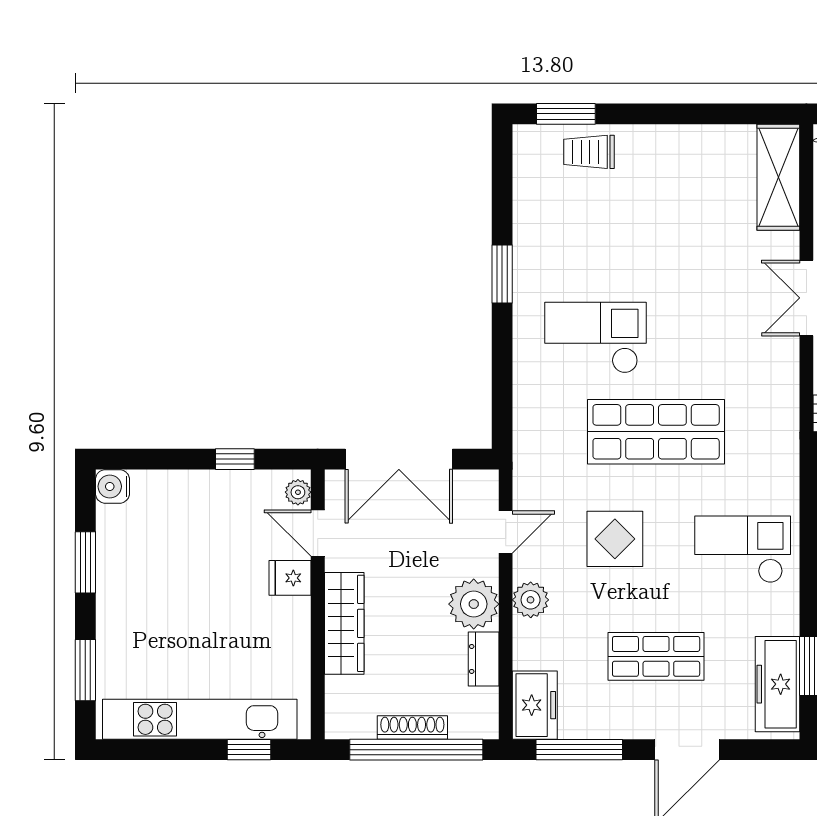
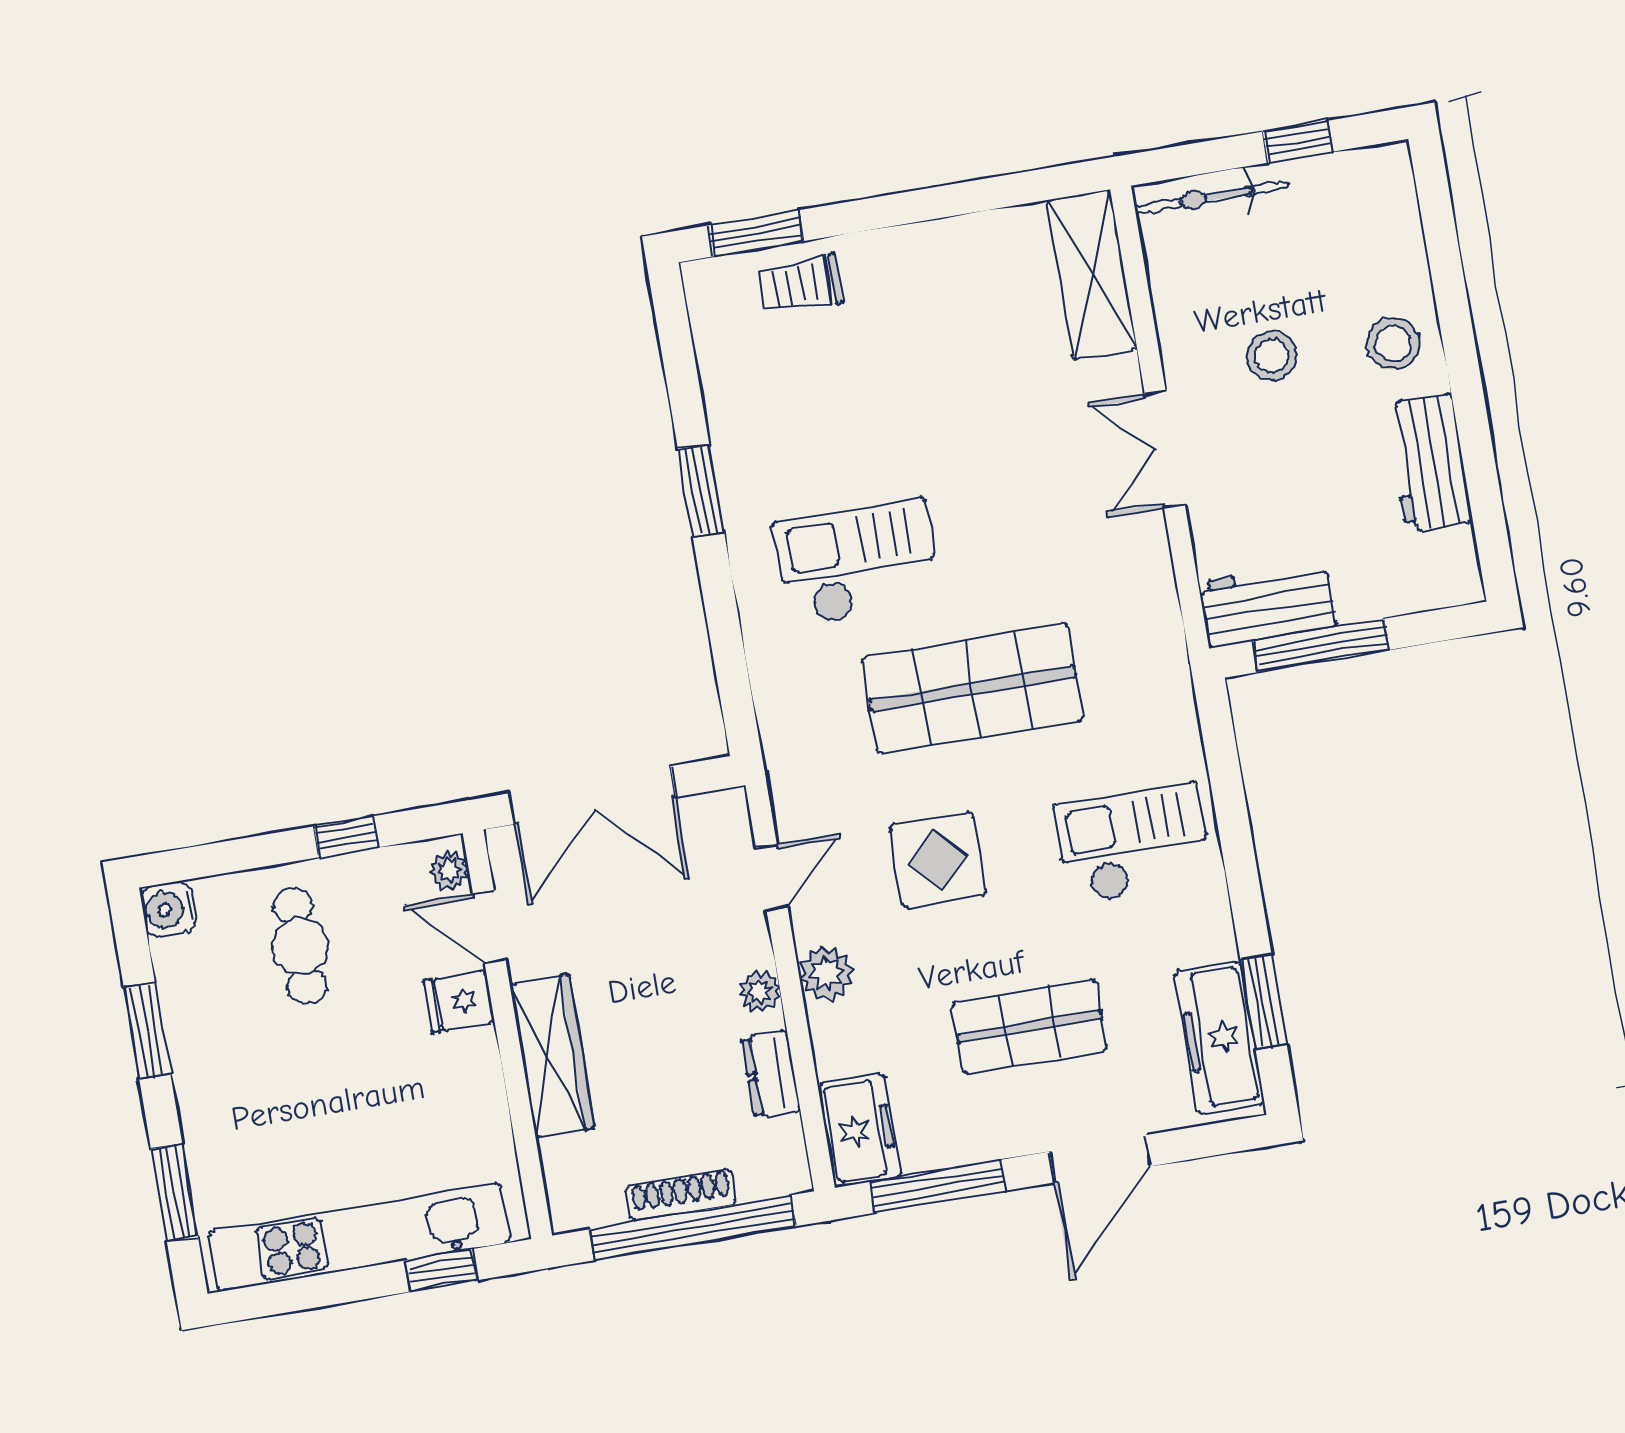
cafe table: (193, 525) -> (300, 946), added
plant: (474, 604) -> (760, 991), width x0.53, depth x0.53

